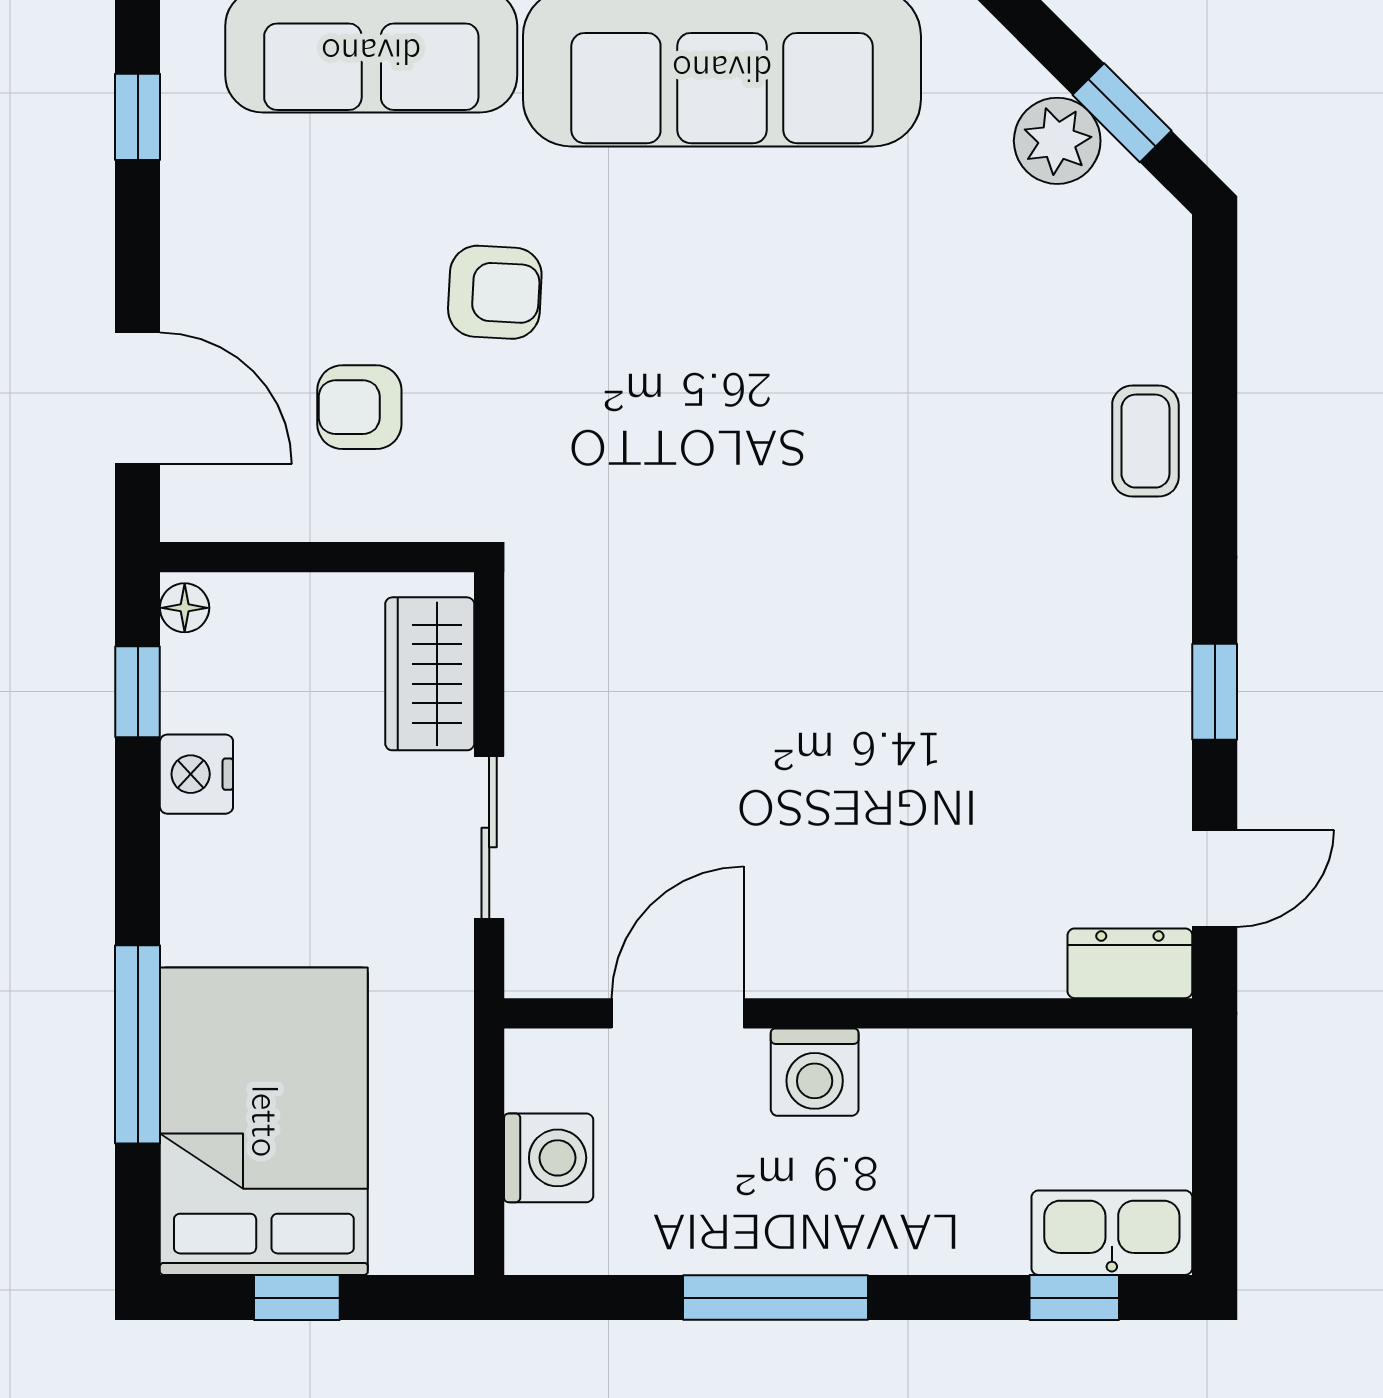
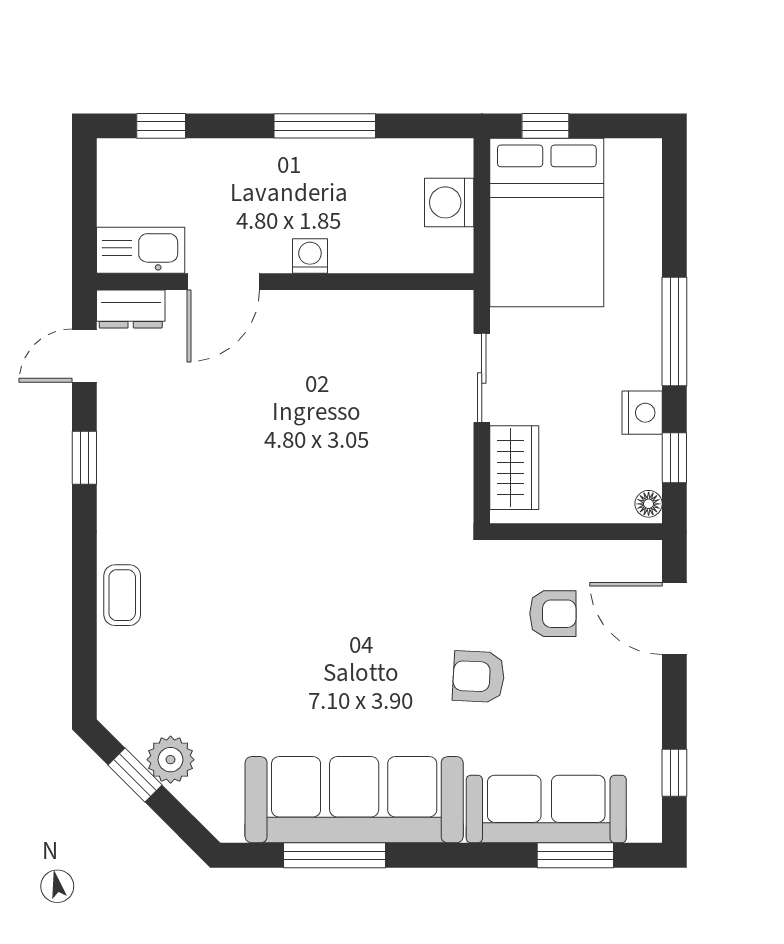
door: (678, 1013) -> (223, 282), moved
window: (138, 1044) -> (674, 332), moved
washing machine: (815, 1072) -> (310, 256), width x0.73, depth x0.73
bed: (264, 1121) -> (547, 223), moved
kitchen sink: (1112, 1233) -> (141, 250), moved, turned 180
window: (297, 1298) -> (545, 126), moved

